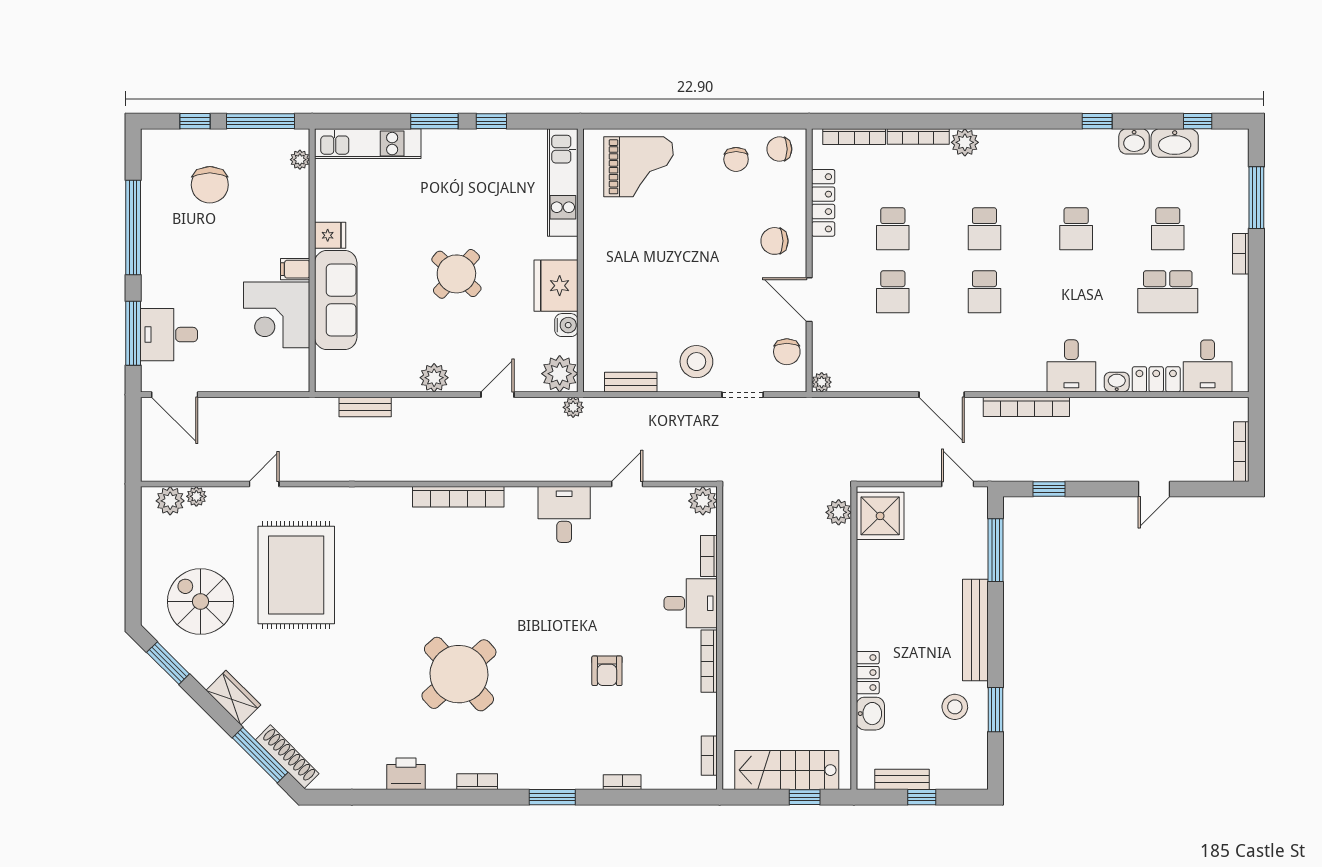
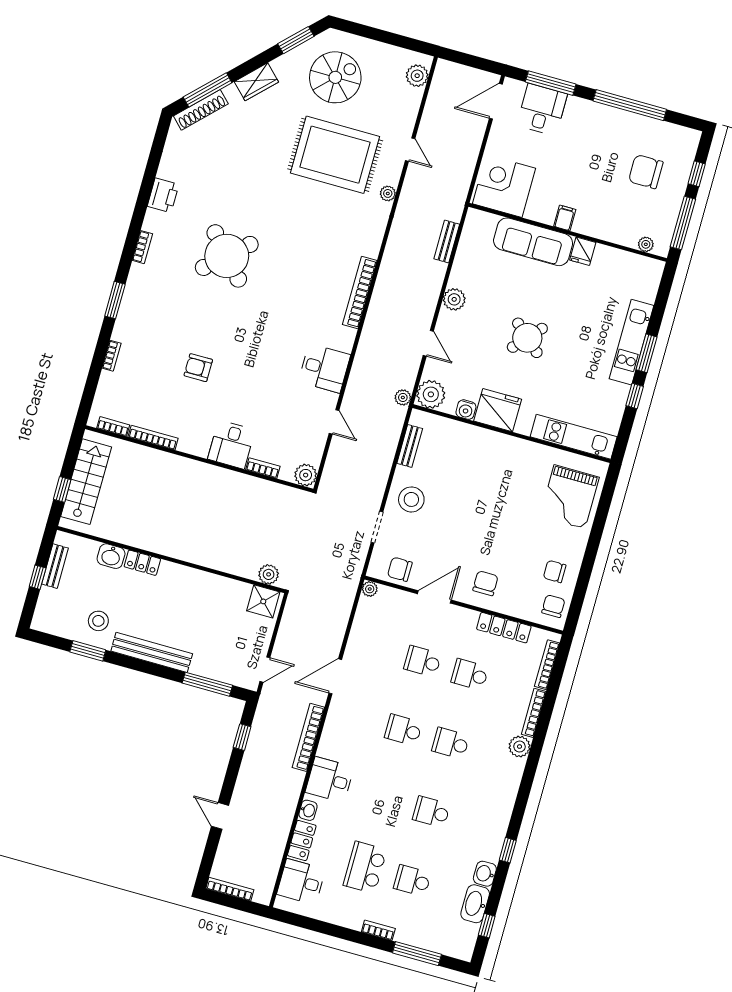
kitchen unit: (368, 144) -> (631, 342), moved
corner desk: (277, 315) -> (504, 186), moved
plant: (196, 496) -> (388, 193), moved
shower: (880, 516) -> (263, 601), width x0.73, depth x0.73
bookcase: (709, 661) -> (153, 438), moved

